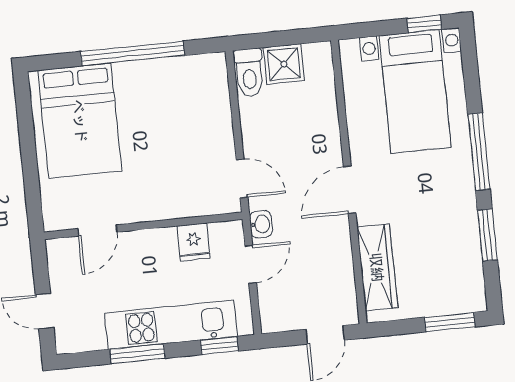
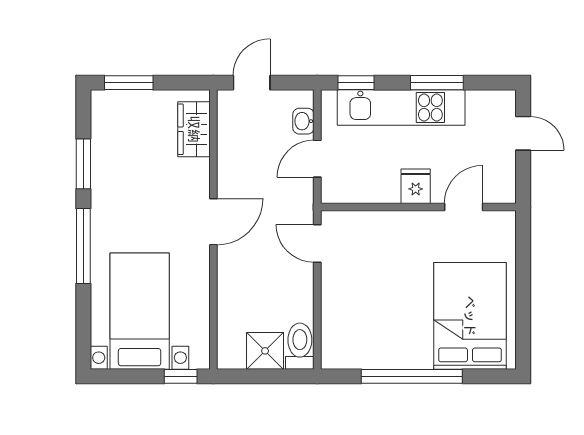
window: (424, 24) -> (181, 376), moved
washbasin: (261, 224) -> (303, 121), moved
fridge: (194, 242) -> (416, 186), moved
wardrobe: (377, 267) -> (194, 129), width x0.67

